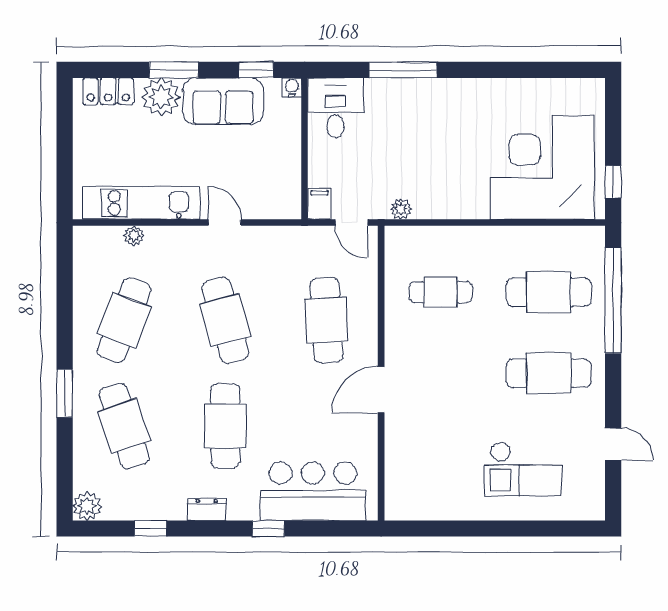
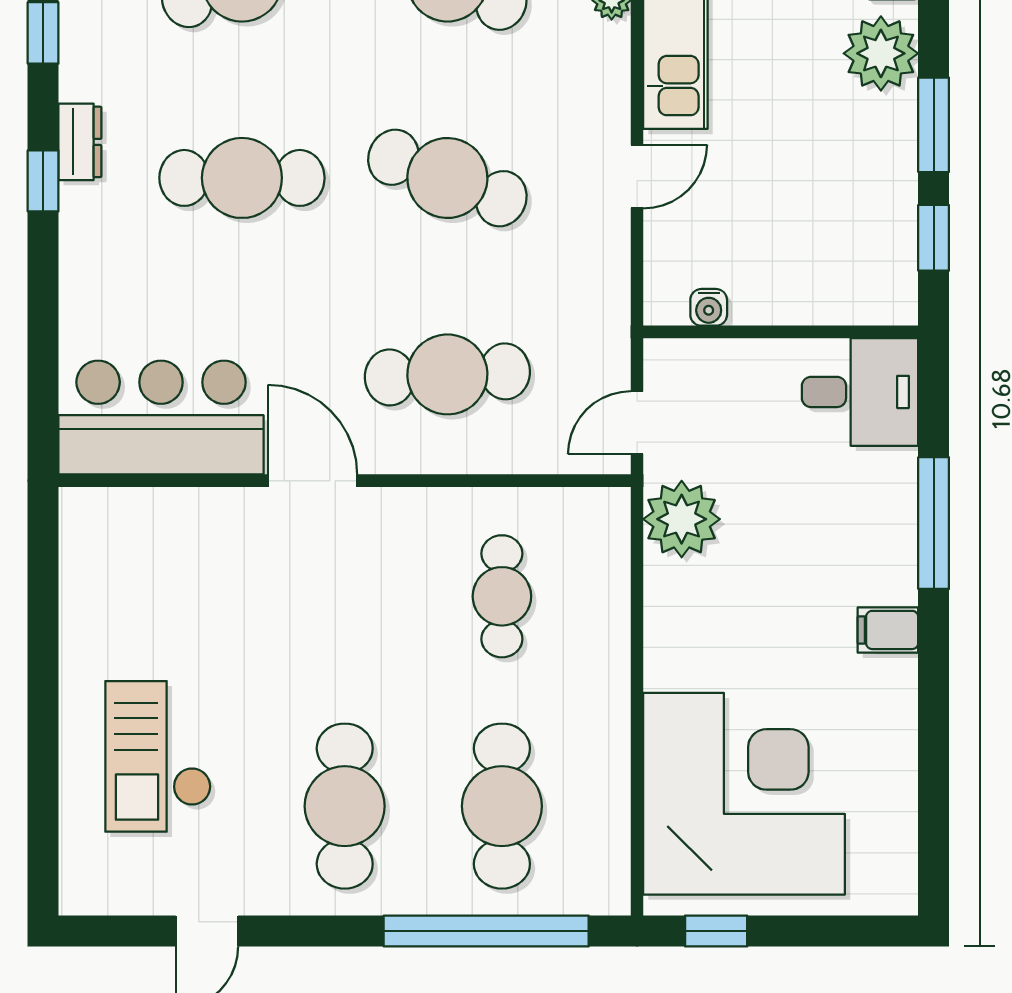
window: (174, 70) -> (934, 125), moved
water cooler: (292, 87) -> (709, 307), moved, turned 90
sofa: (223, 101) -> (873, 174), removed
filing cabinet: (319, 204) -> (888, 630), moved, turned 180
plant: (401, 209) -> (682, 519), width x1.88, depth x1.88
cafe table: (225, 320) -> (447, 178), turned 36
bar counter: (313, 491) -> (161, 417), moved, turned -90
window: (268, 528) -> (43, 181), moved

